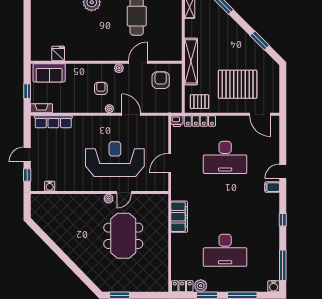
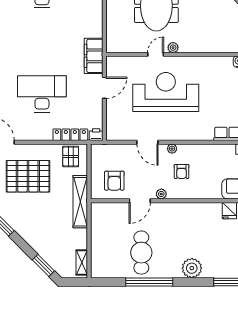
pallet: (199, 102) -> (71, 156), turned 90
reception desk: (115, 159) -> (166, 92), turned 180
filing cabinet: (179, 217) -> (94, 56), moved

